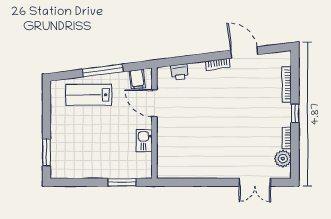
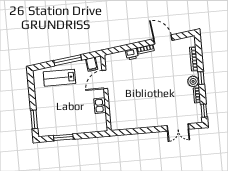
printer: (180, 72) -> (132, 54), moved
door: (154, 103) -> (105, 79), hinge flipped
plant: (283, 159) -> (193, 81), moved
window: (295, 161) -> (204, 111), added
window: (122, 182) -> (63, 137), moved

